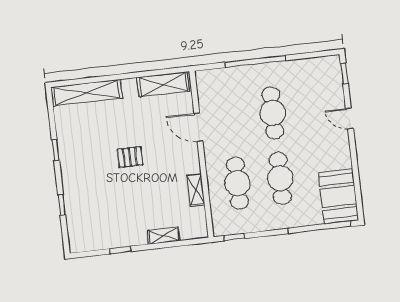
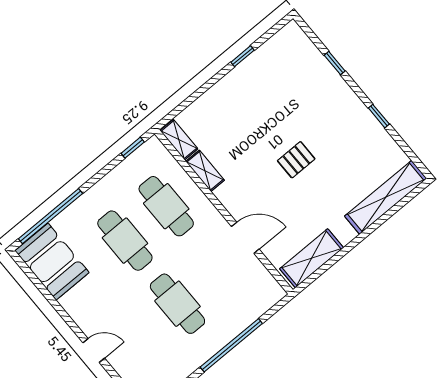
shelving: (163, 236) -> (179, 140), moved, turned 90

